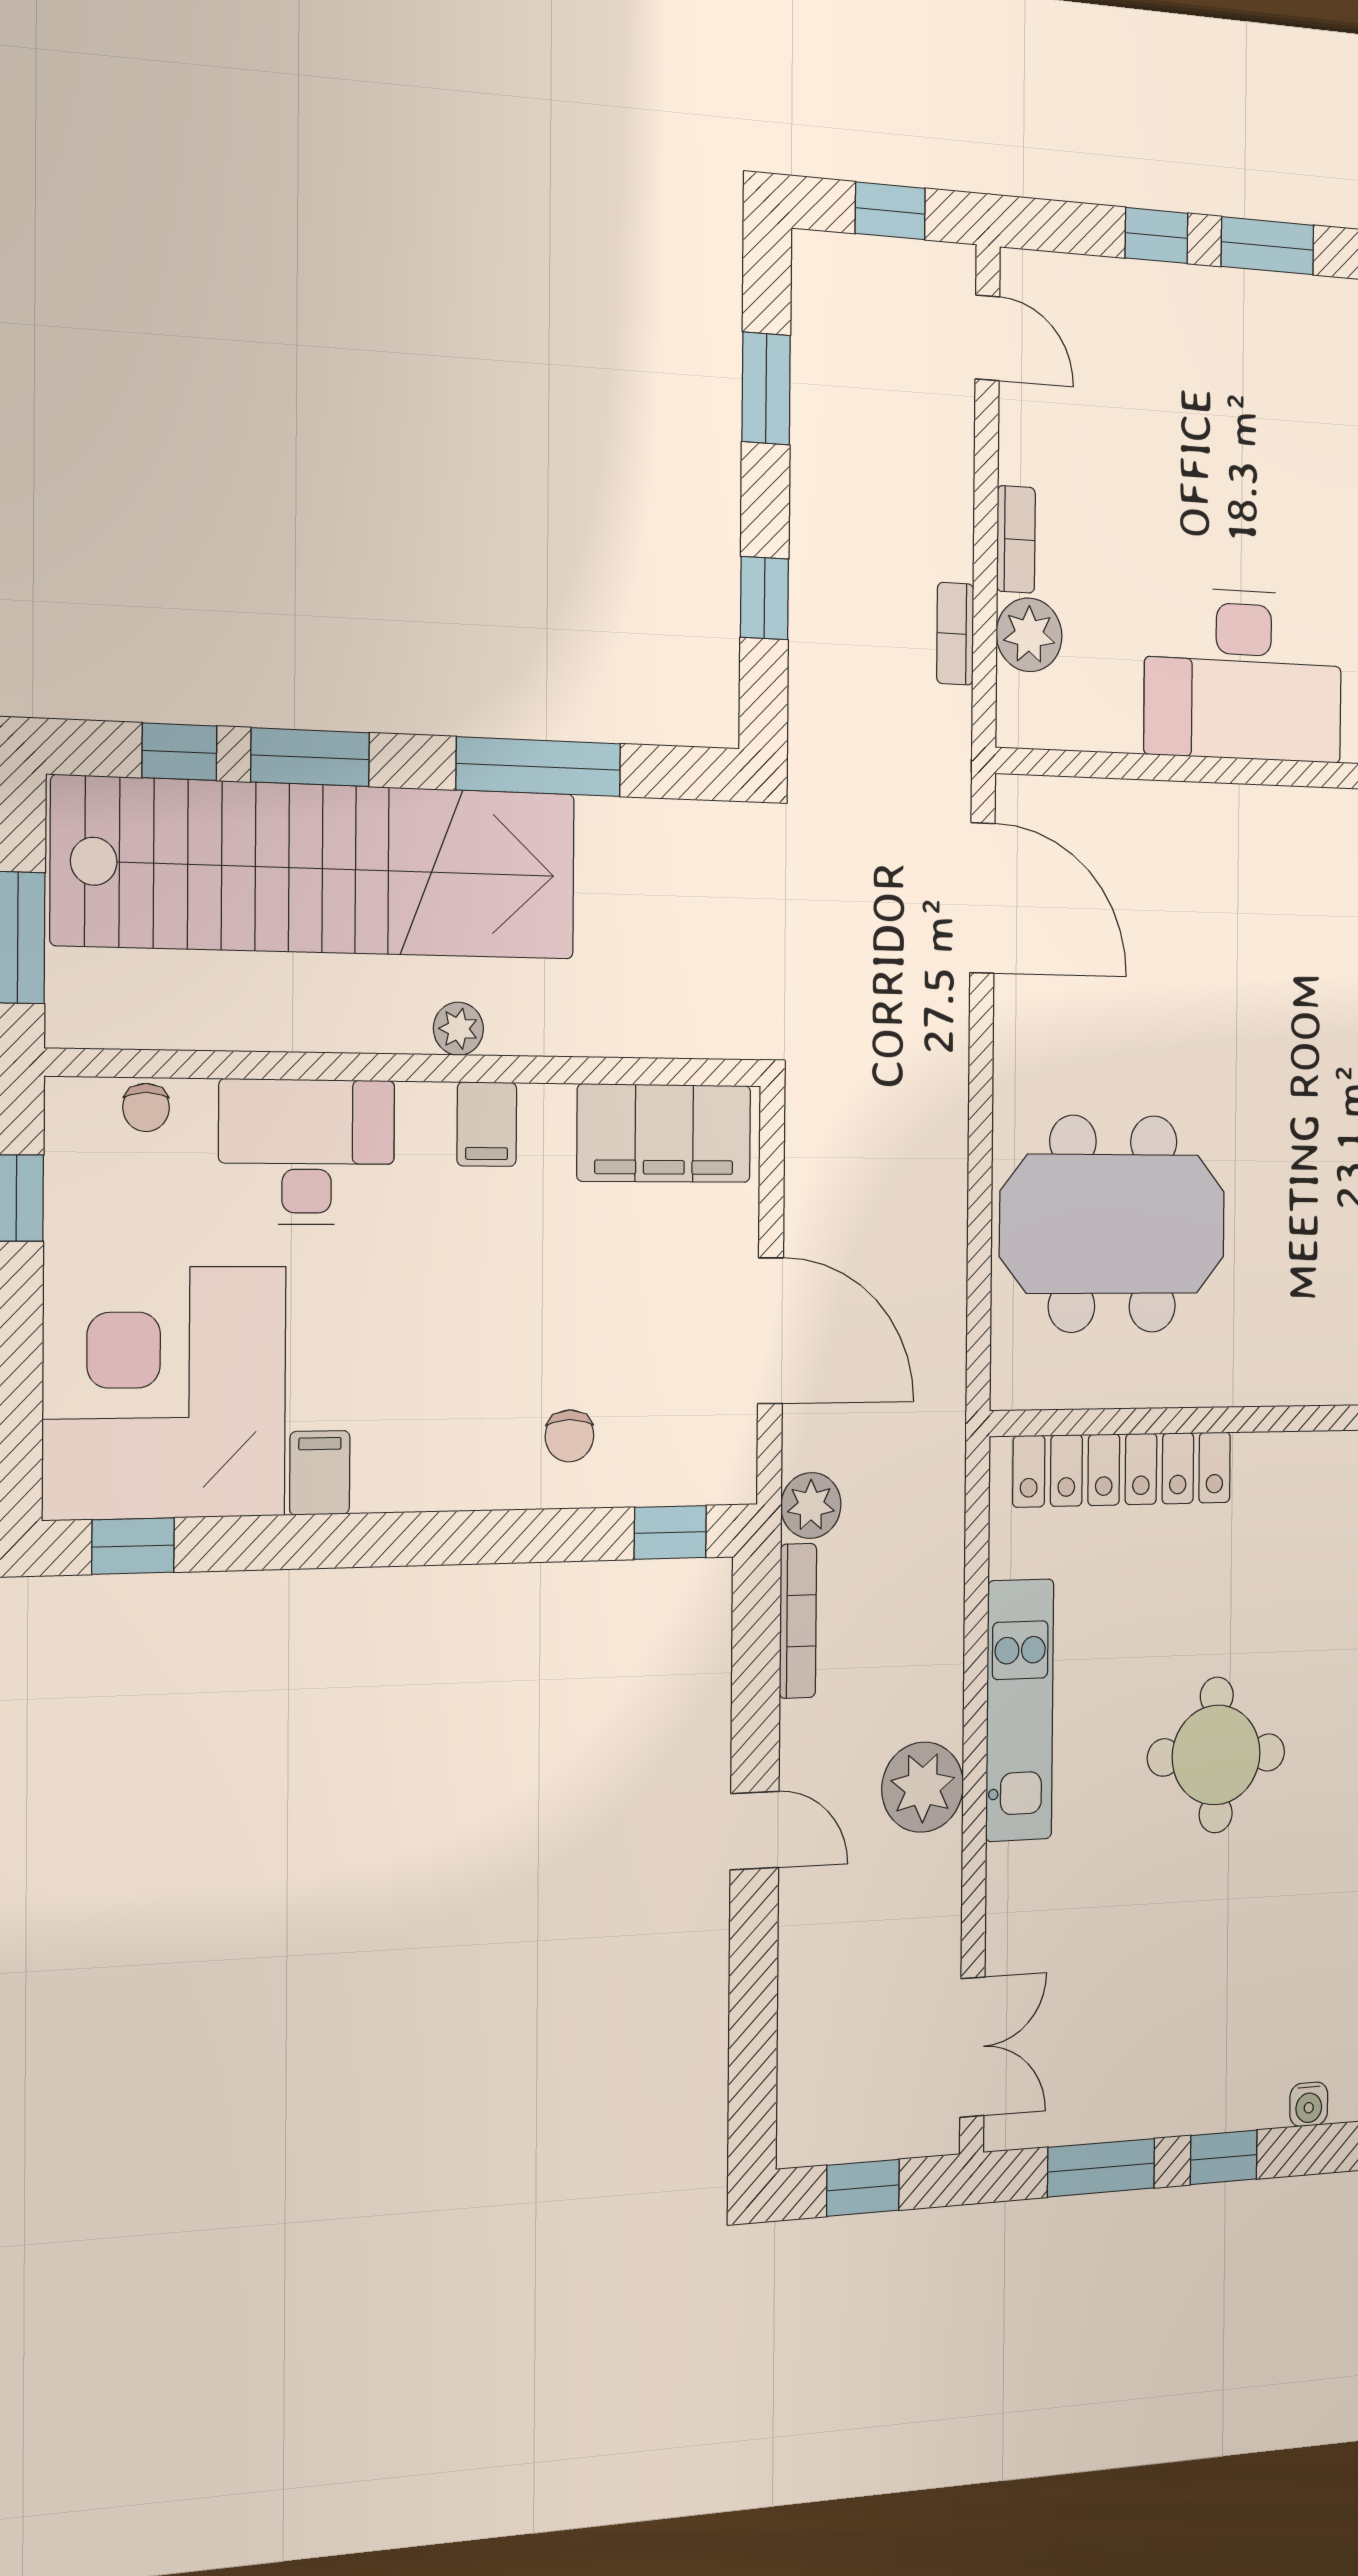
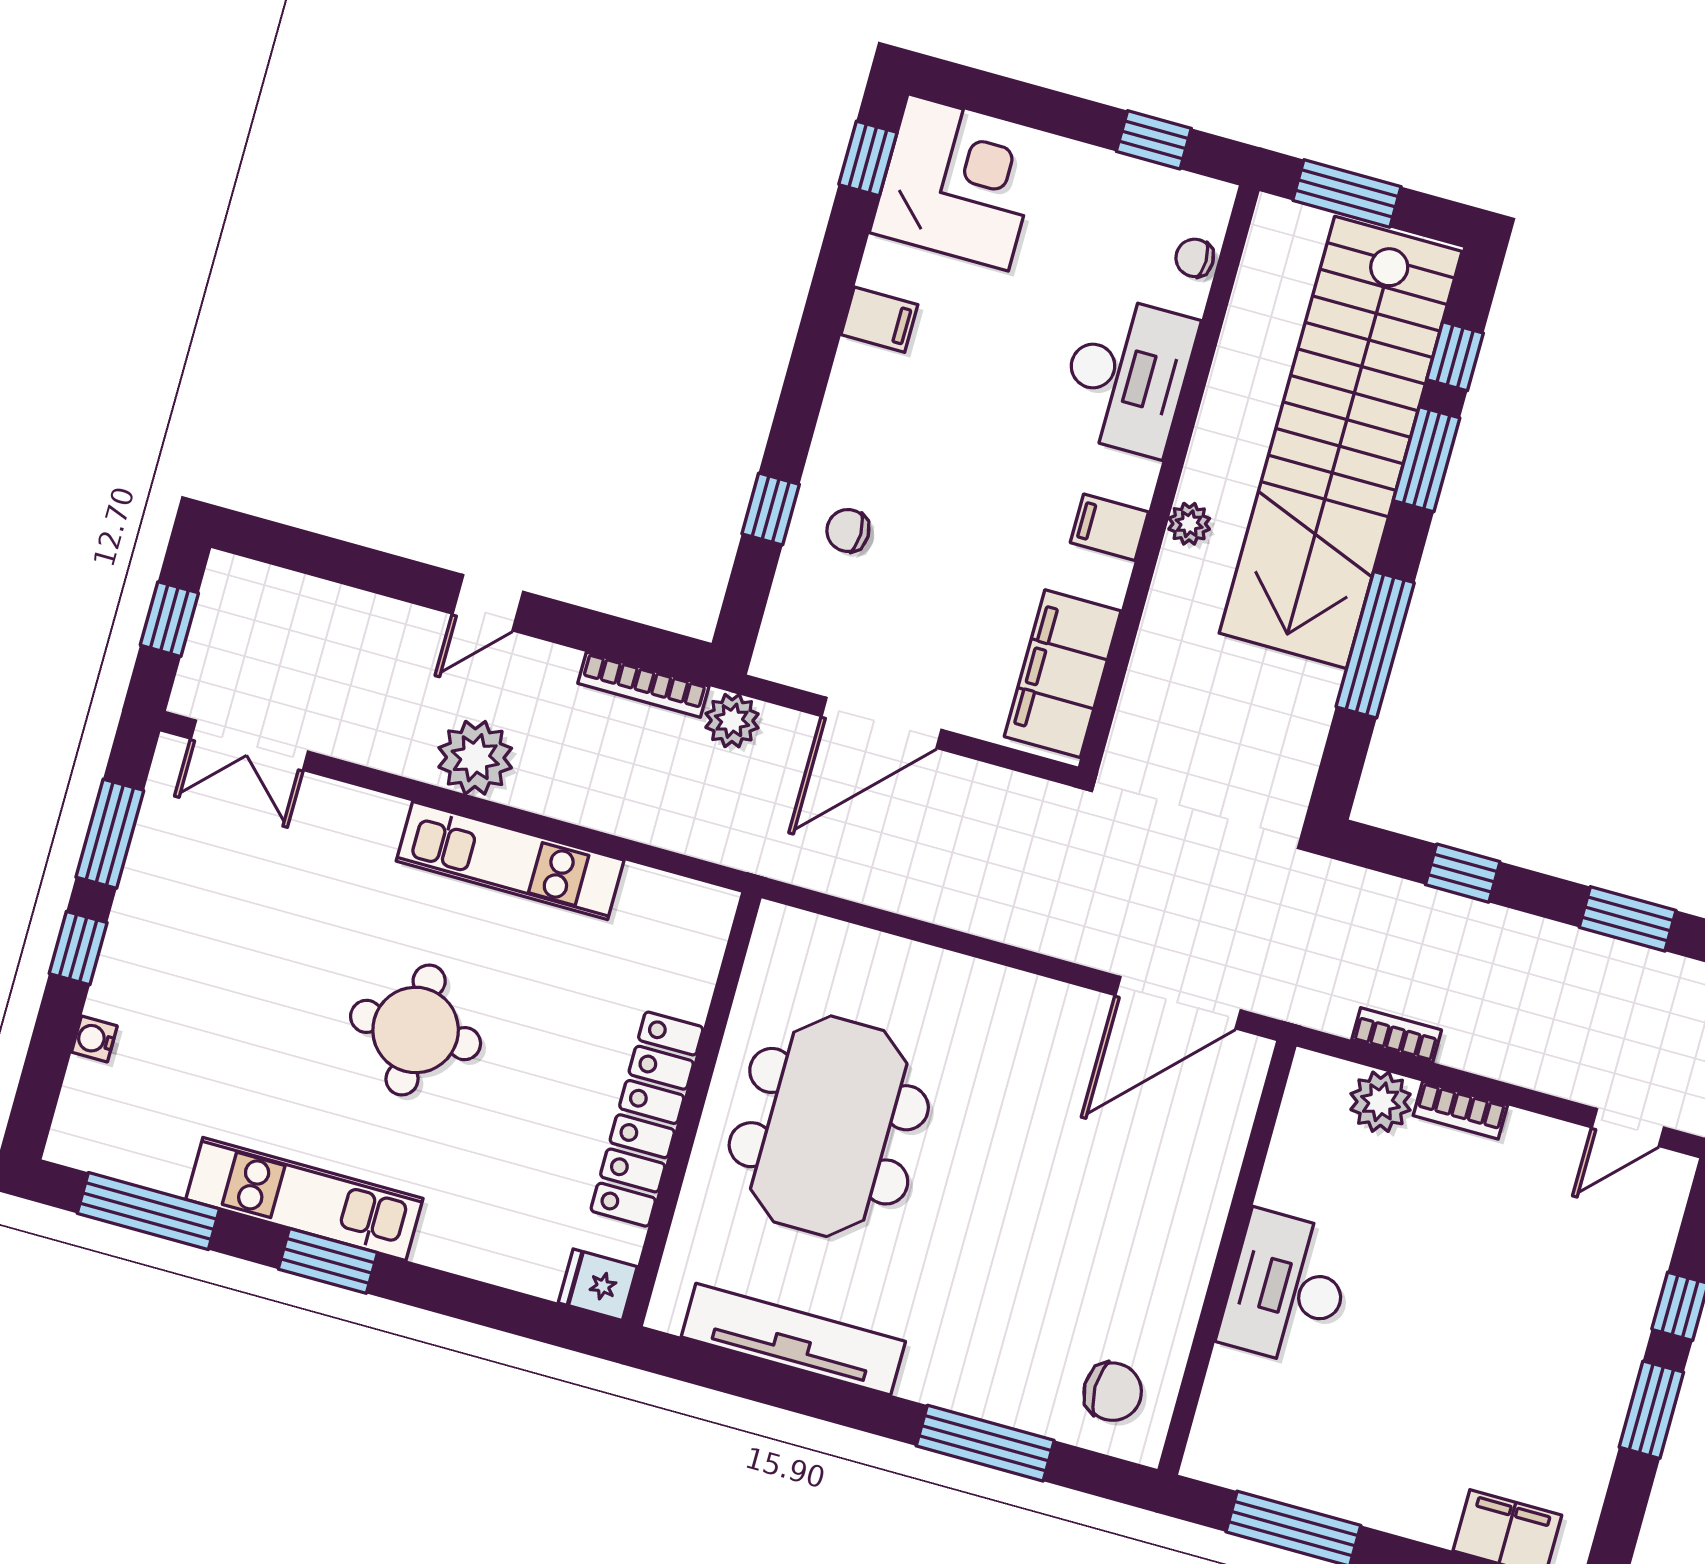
desk: (1243, 675) -> (1287, 1289), width x0.73, depth x0.77
meeting table: (1113, 1224) -> (829, 1126), moved
corner desk: (165, 1393) -> (958, 182), width x0.74, depth x0.74
locker: (1122, 1469) -> (647, 1119), moved
window: (670, 1532) -> (771, 509), moved

